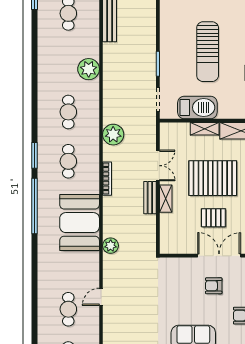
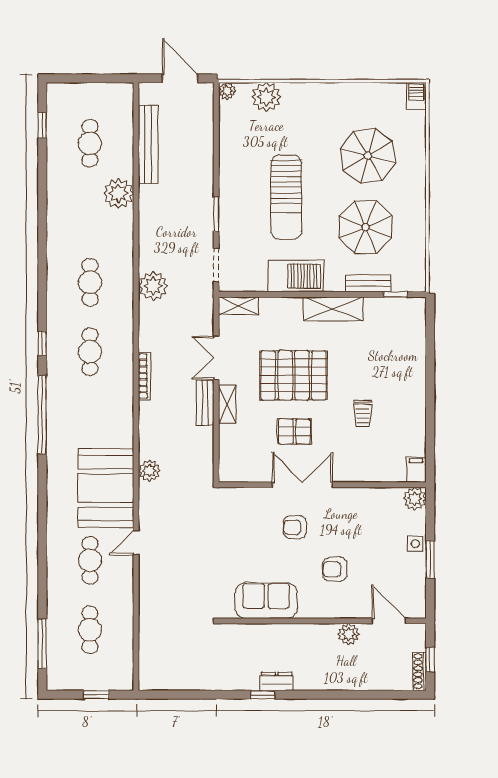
plant: (89, 69) -> (119, 194), moved
barbecue: (197, 107) -> (296, 276), moved
shelving: (205, 129) -> (239, 306), moved
plant: (113, 135) -> (153, 286), moved
window: (34, 155) -> (42, 344), width x0.67
double door: (158, 166) -> (216, 358), swing flipped
booth: (80, 223) -> (106, 488), moved

